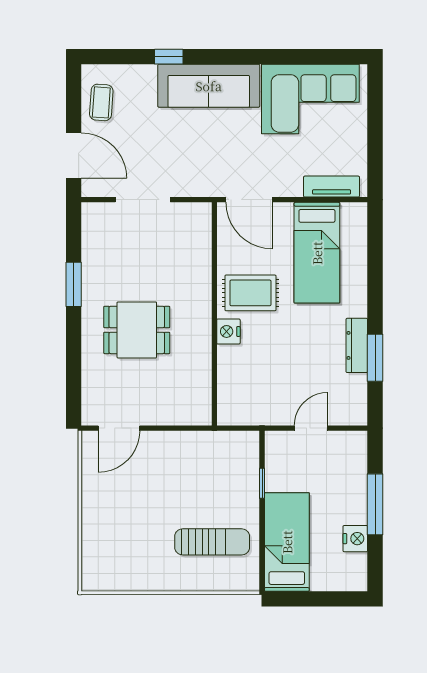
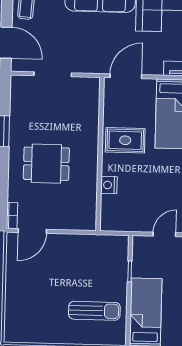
door: (249, 200) -> (126, 76), swing flipped
nightstand: (228, 331) -> (109, 185), moved
bookcase: (89, 407) -> (12, 215), added

